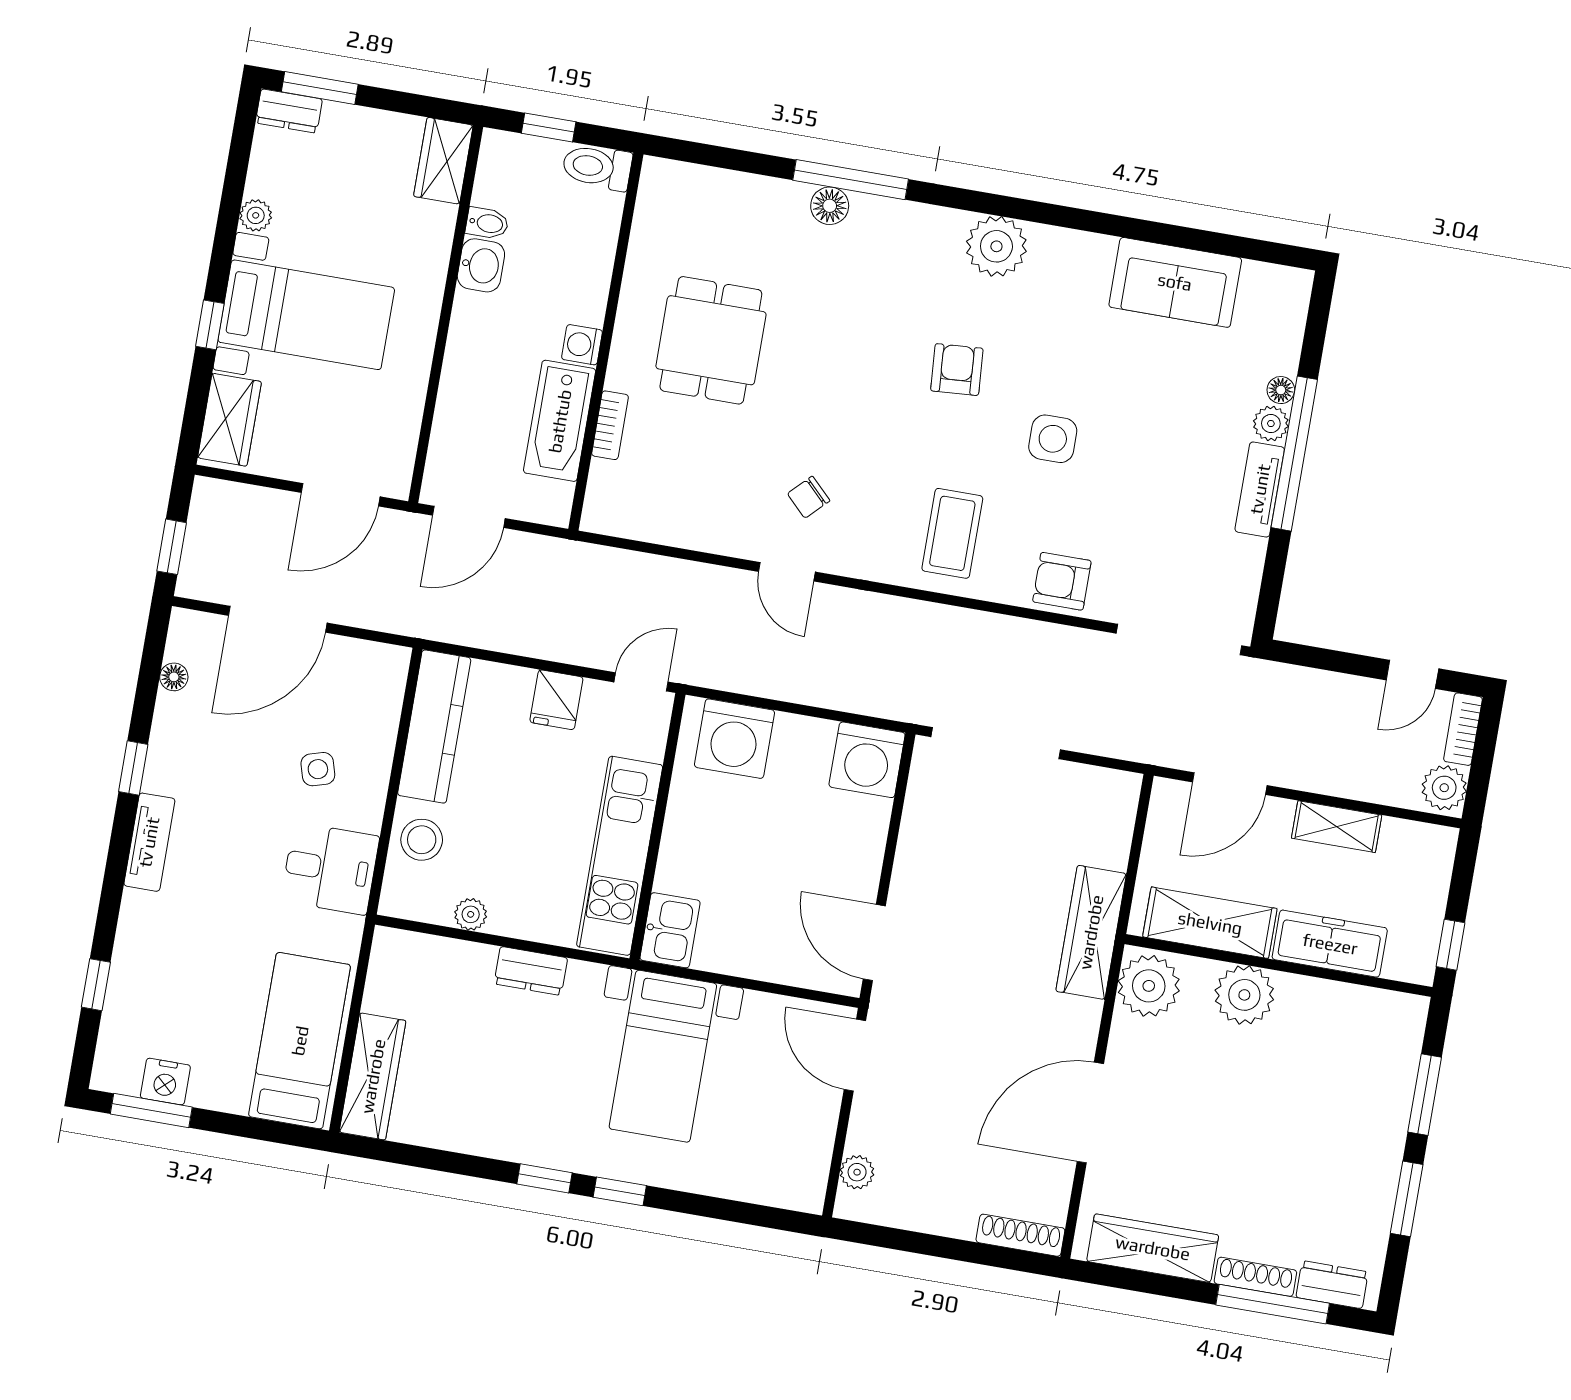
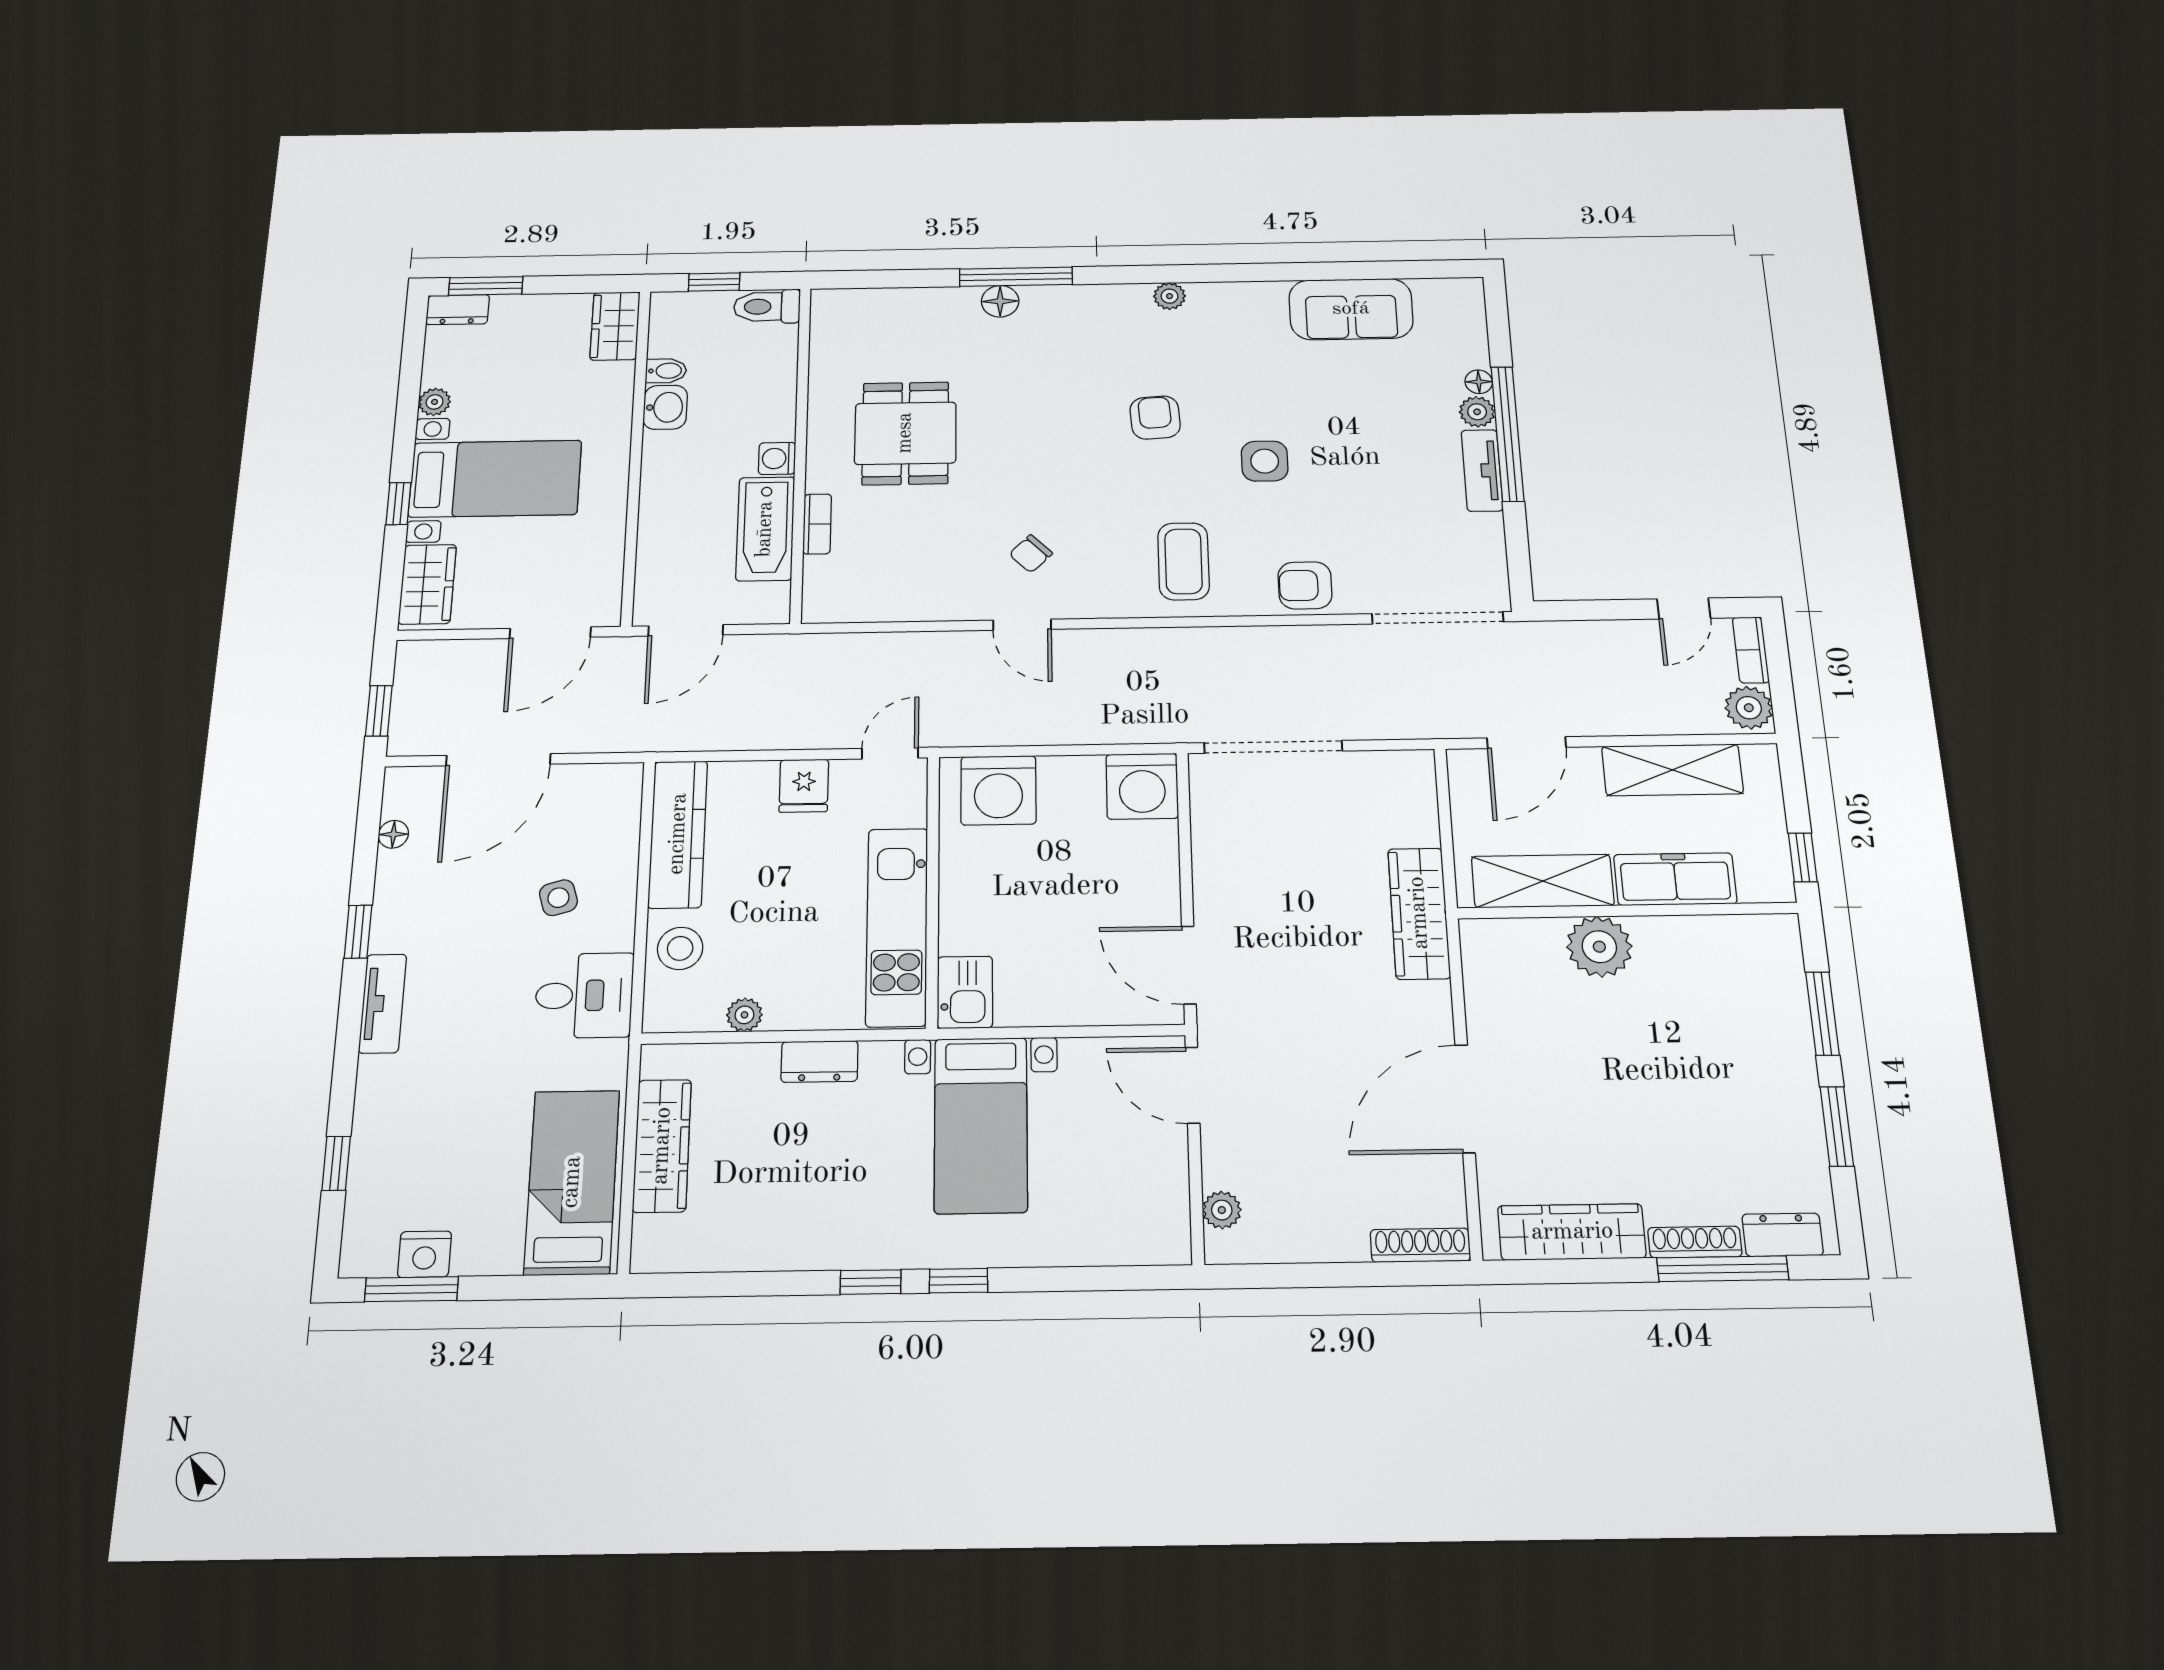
plant: (996, 246) -> (1170, 296), width x0.53, depth x0.53
shelving: (1337, 827) -> (1672, 770), width x1.50, depth x1.33
plant: (1149, 986) -> (1495, 956), removed
wardrobe: (373, 1076) -> (662, 1146), moved

